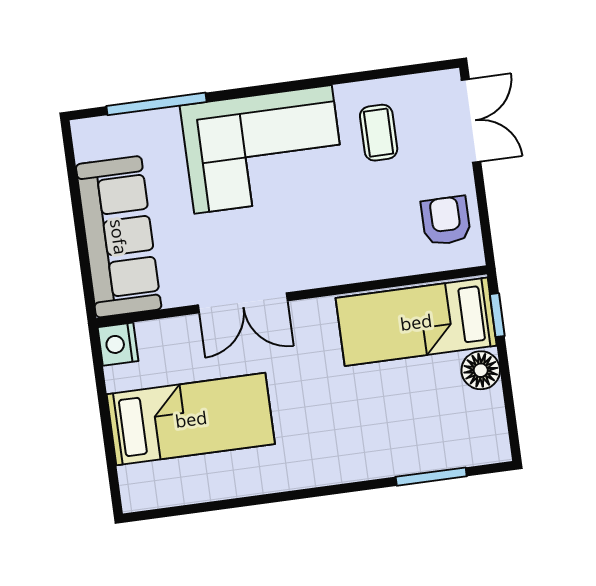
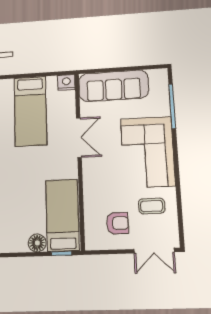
armchair: (446, 221) -> (117, 223), moved
double door: (243, 303) -> (79, 138), swing flipped

